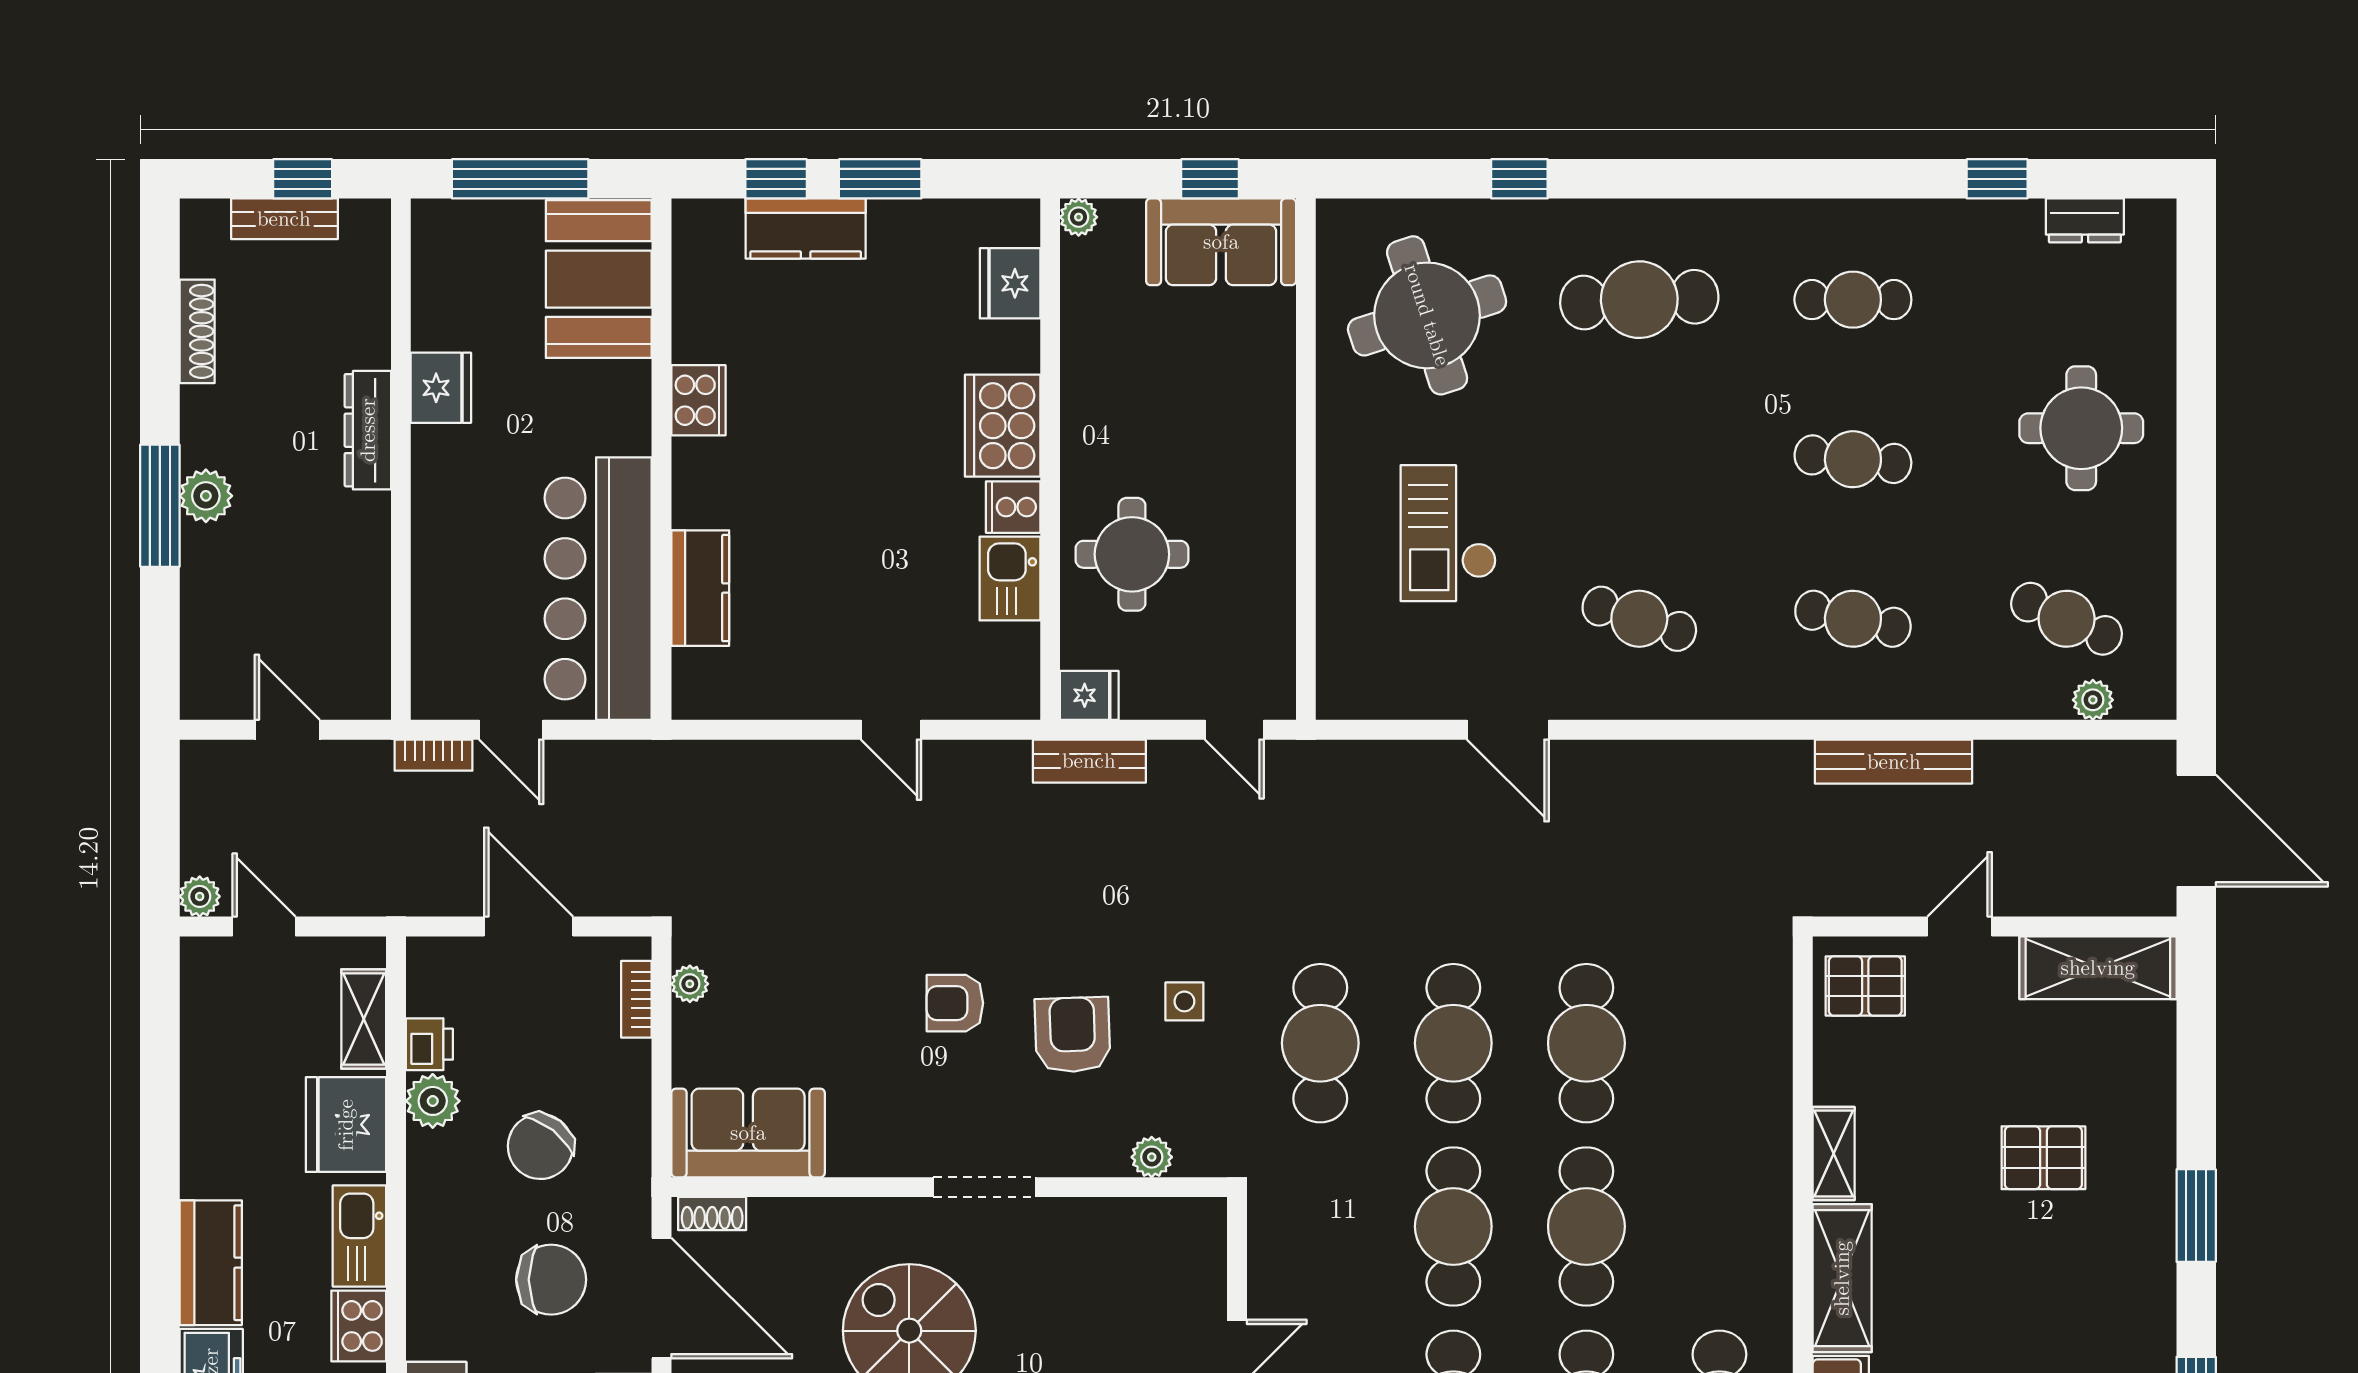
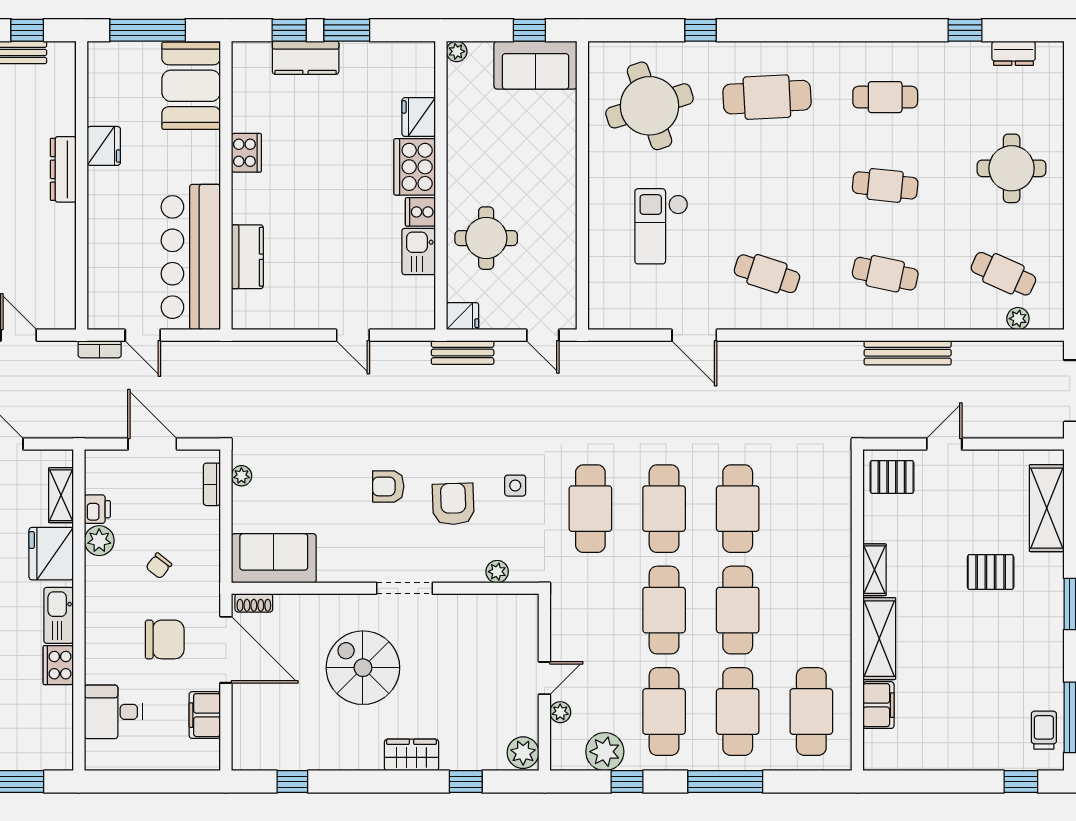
fridge: (1010, 283) -> (419, 117), moved
shelving: (2098, 968) -> (1047, 508), moved, turned 90
chair: (540, 1146) -> (159, 566), width x0.54, depth x0.54

